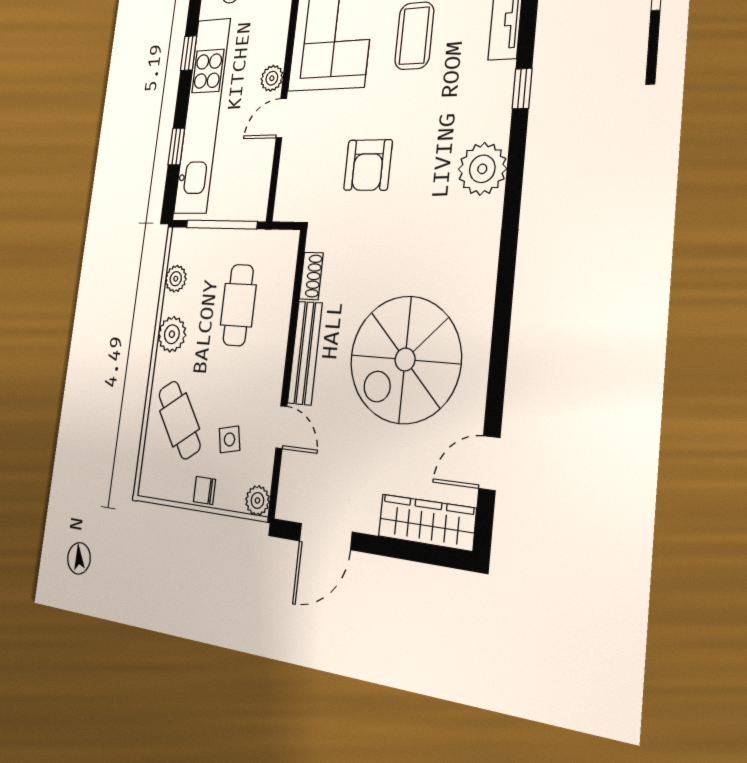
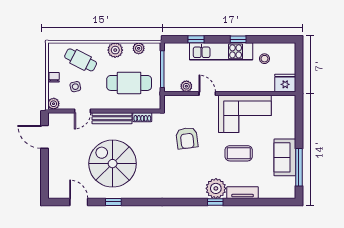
plant: (272, 78) -> (186, 86), moved
kitchen unit: (202, 115) -> (221, 51), width x0.73
armchair: (368, 165) -> (187, 138), turned -97
plant: (482, 169) -> (216, 188), moved
cafe table: (238, 305) -> (129, 83), width x1.37, depth x1.35
window: (498, 365) -> (113, 202), added
cafe table: (179, 420) -> (81, 60), turned 61
wardrobe: (427, 522) -> (55, 179), removed

